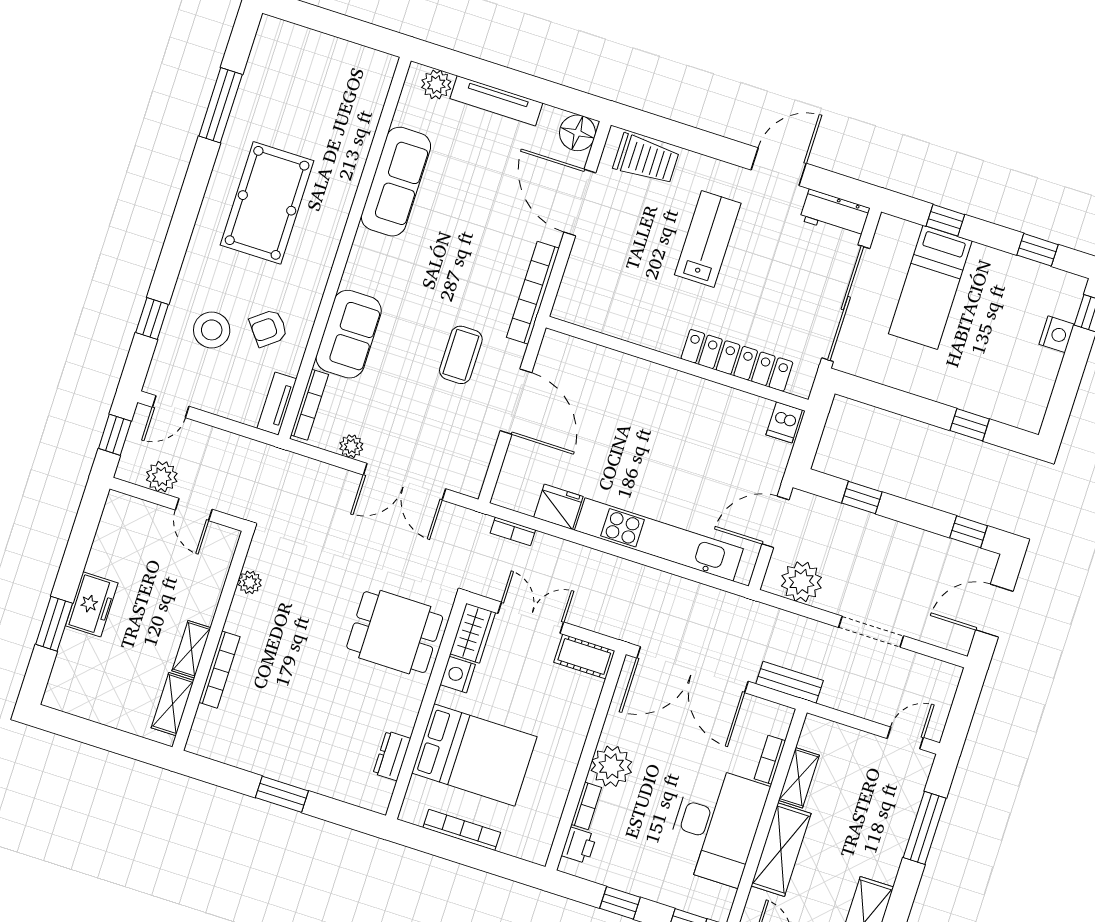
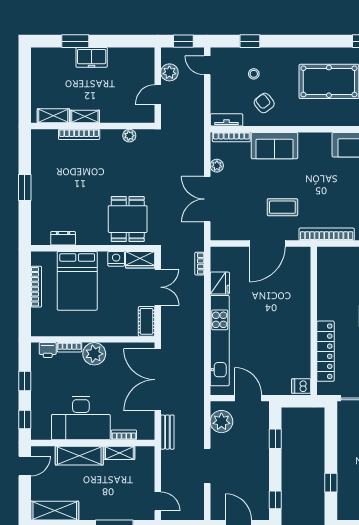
stool: (212, 330) -> (254, 74), width x0.53, depth x0.53

